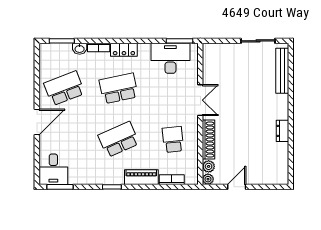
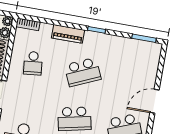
desk: (53, 169) -> (147, 55), removed
bookcase: (172, 180) -> (28, 24), moved

